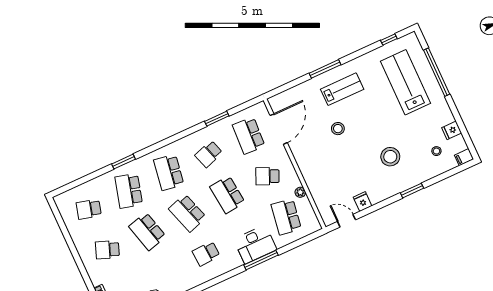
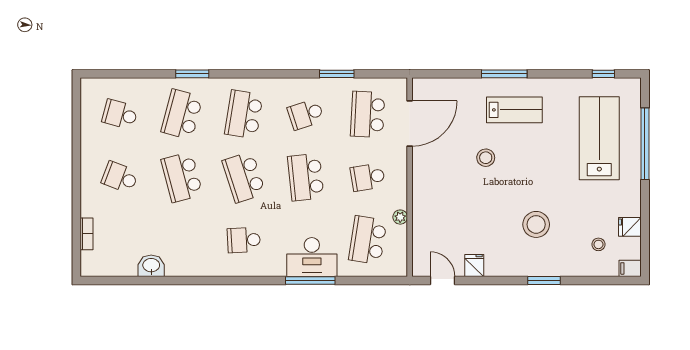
school desk: (267, 176) -> (368, 177), turned -33

